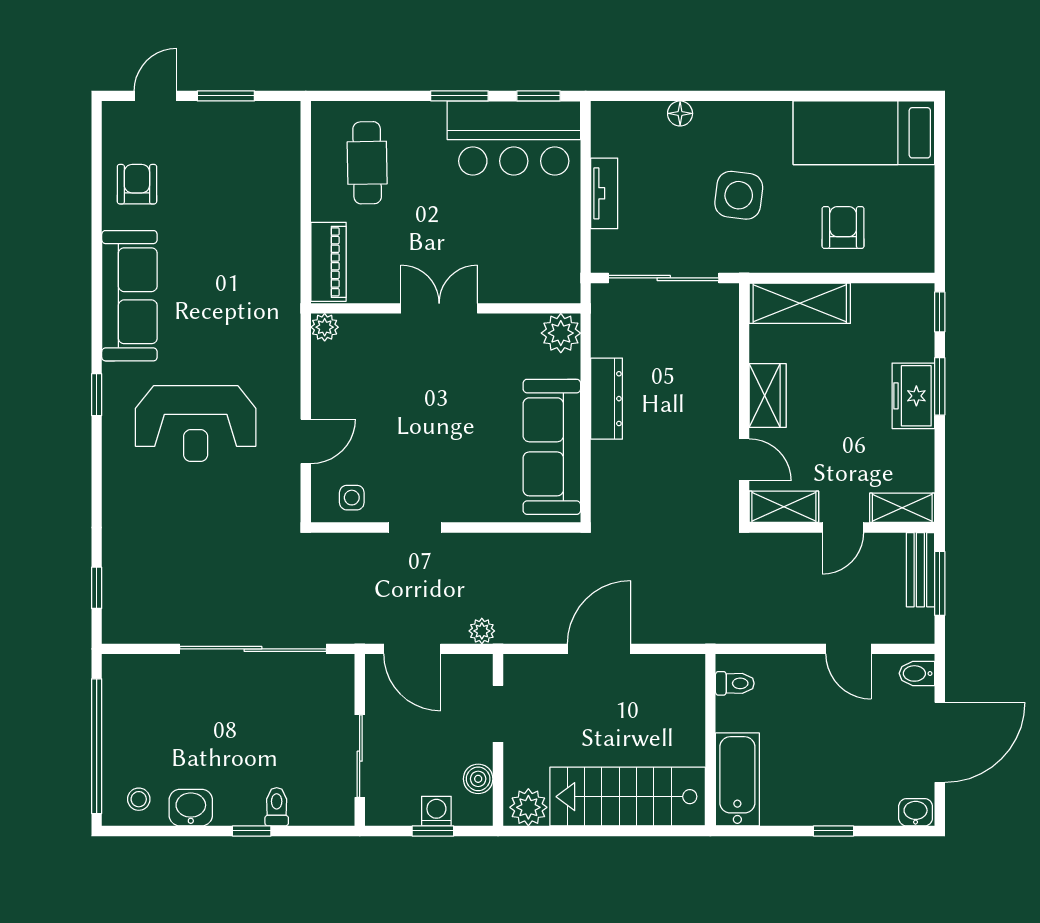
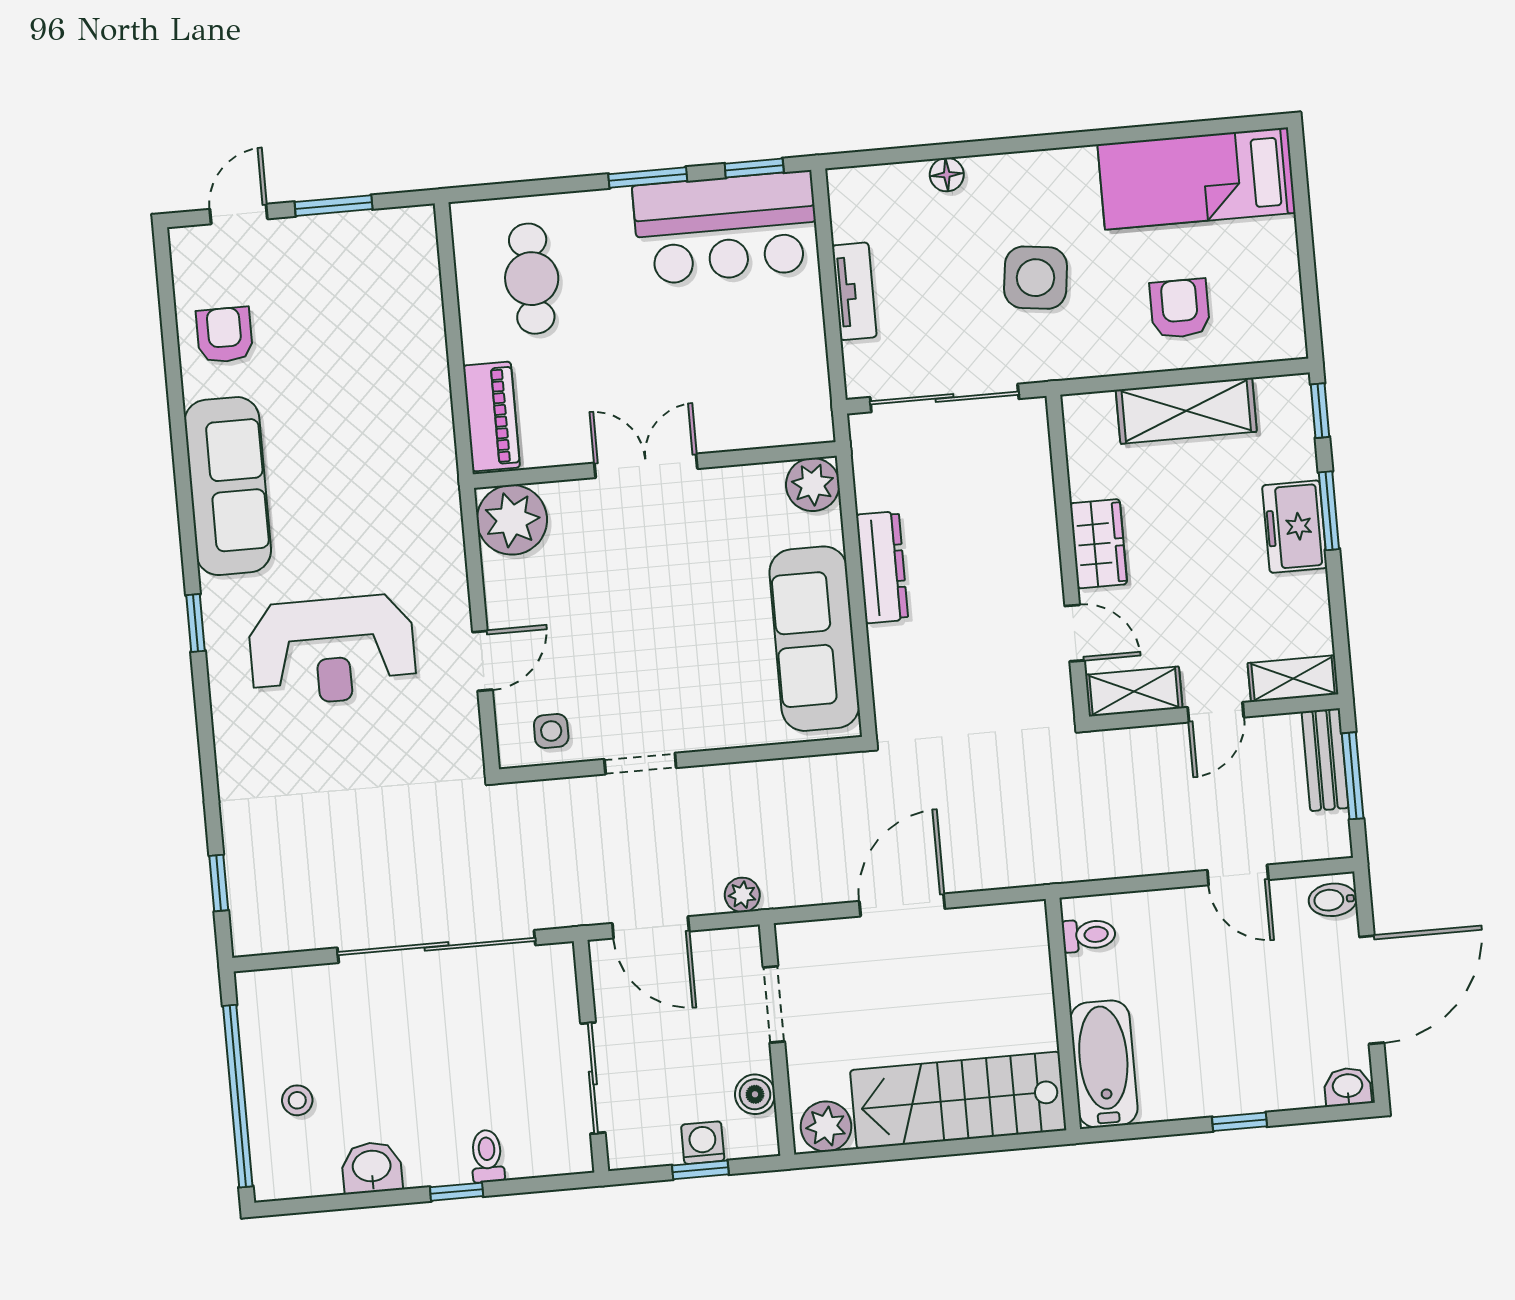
shelving: (800, 303) -> (1186, 411), moved
plant: (325, 327) -> (512, 520), width x1.87, depth x1.87
stool: (139, 799) -> (297, 1100), moved

